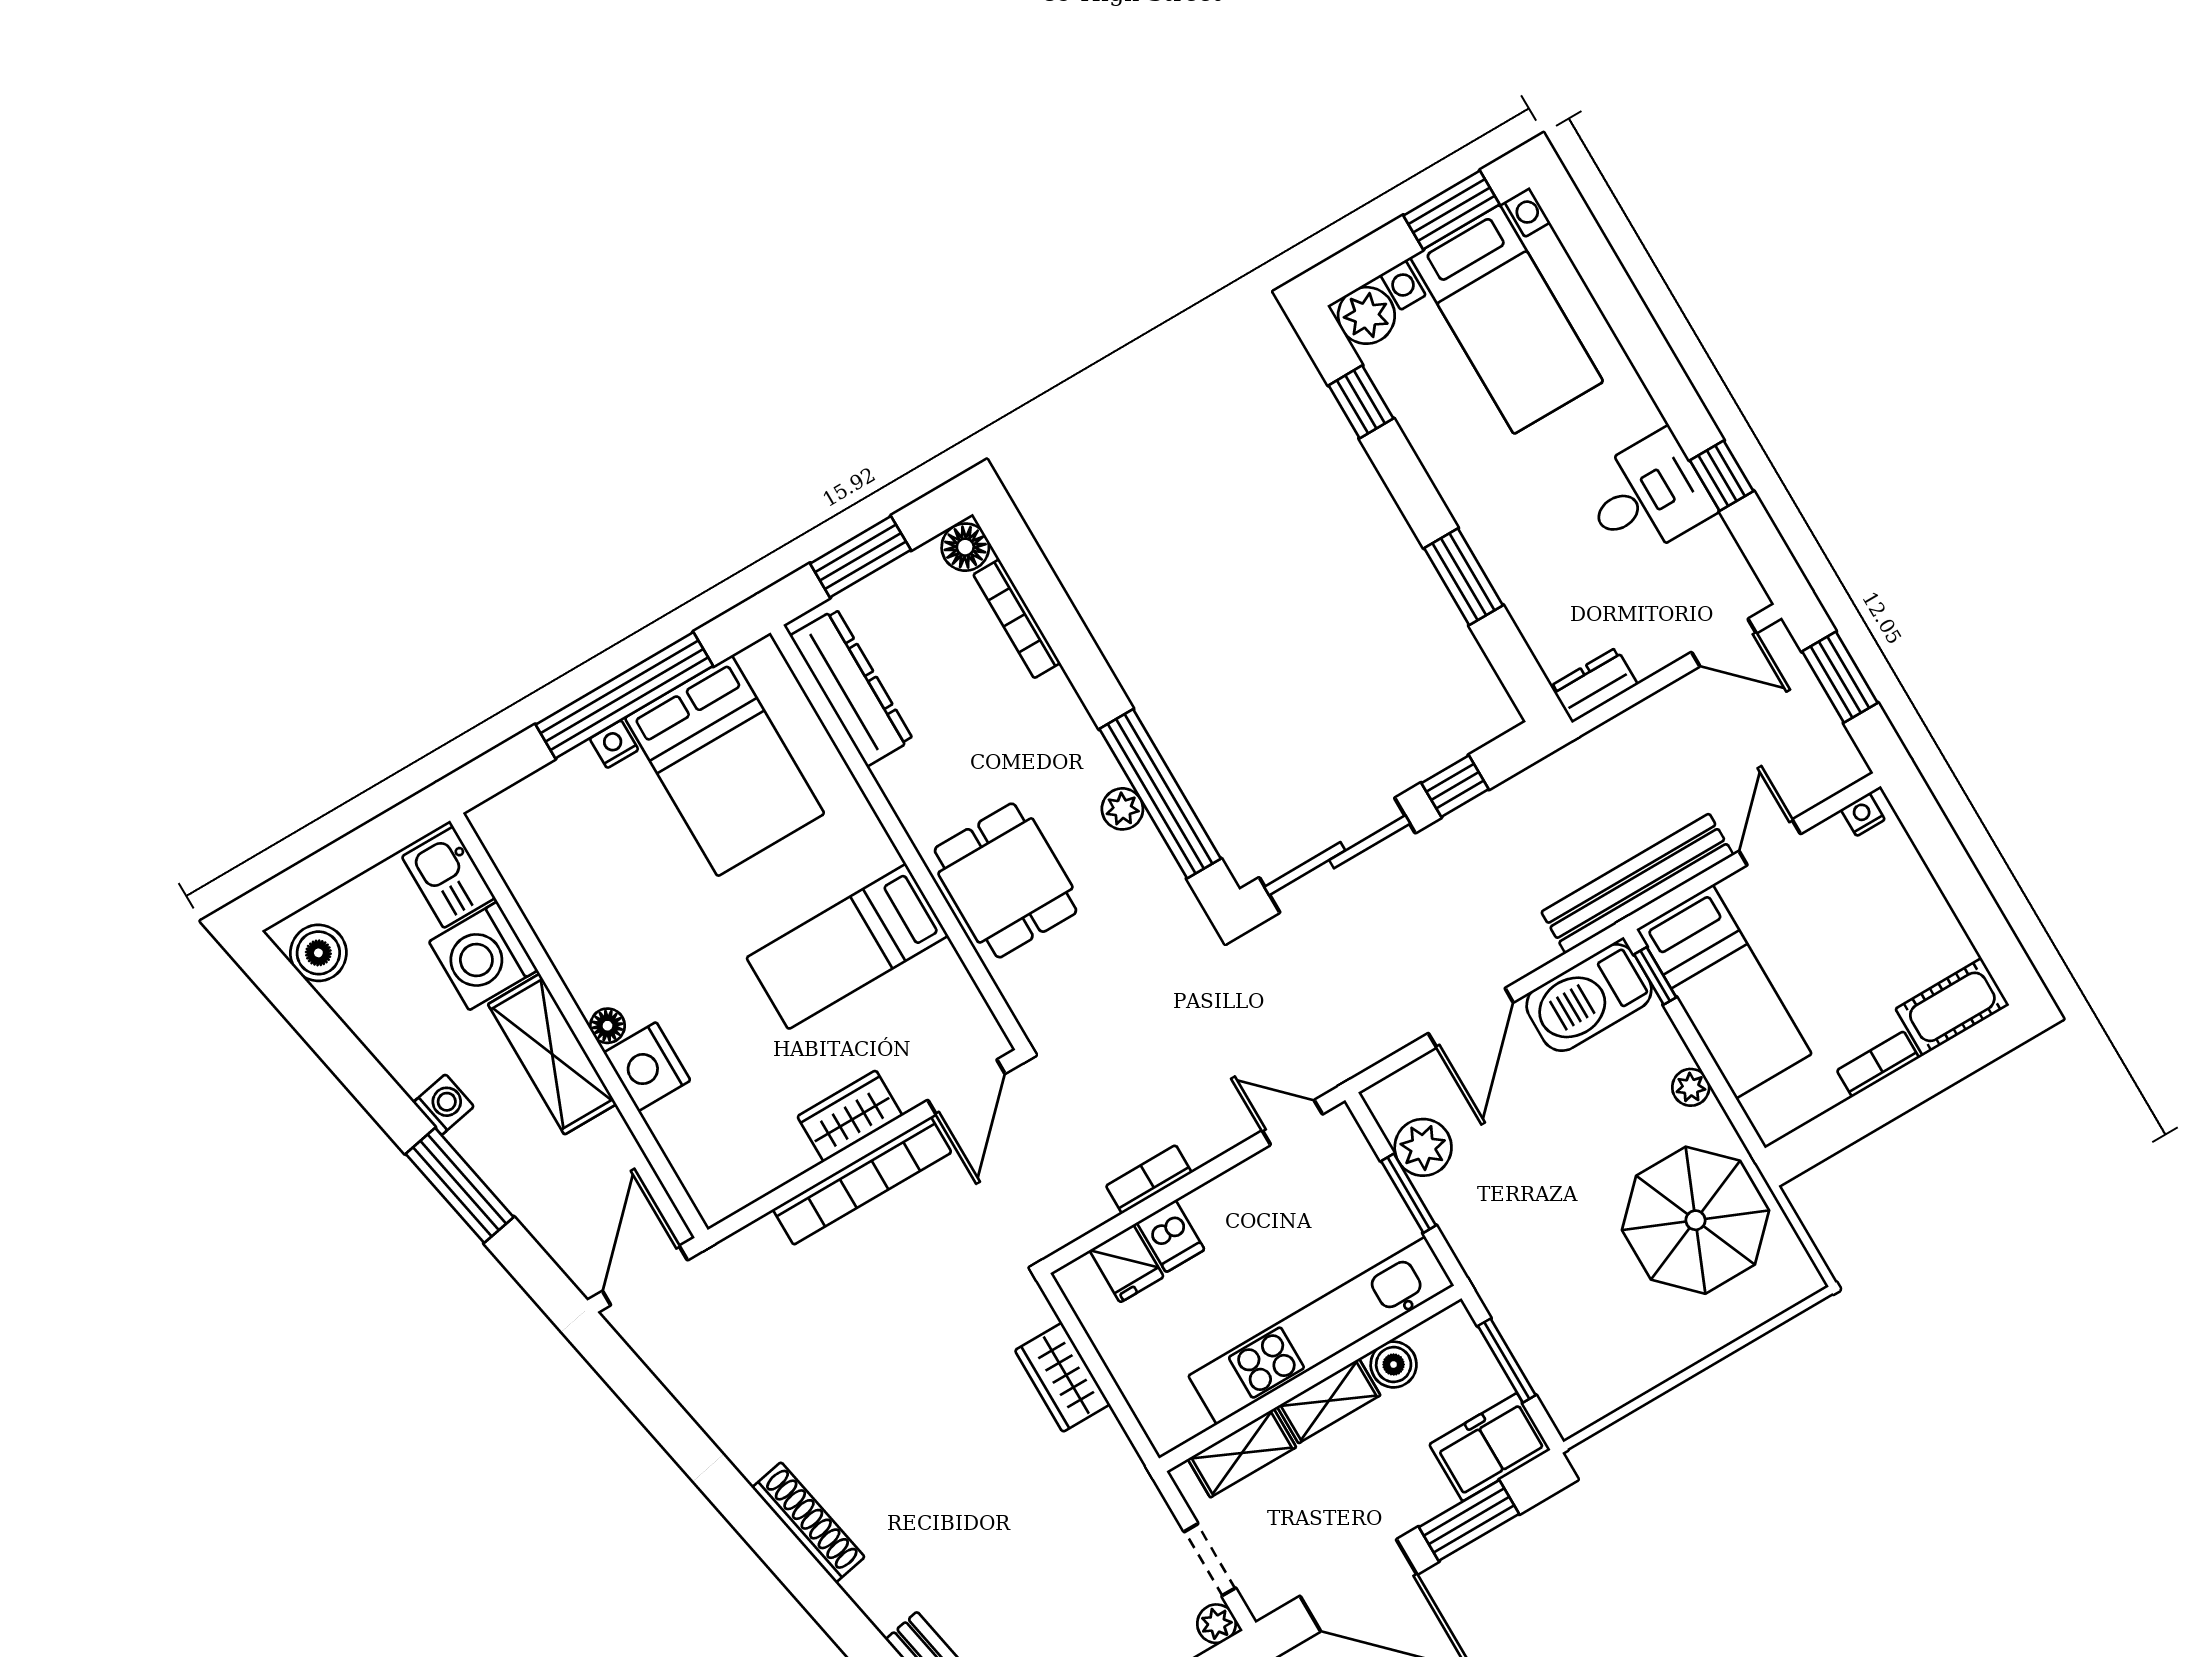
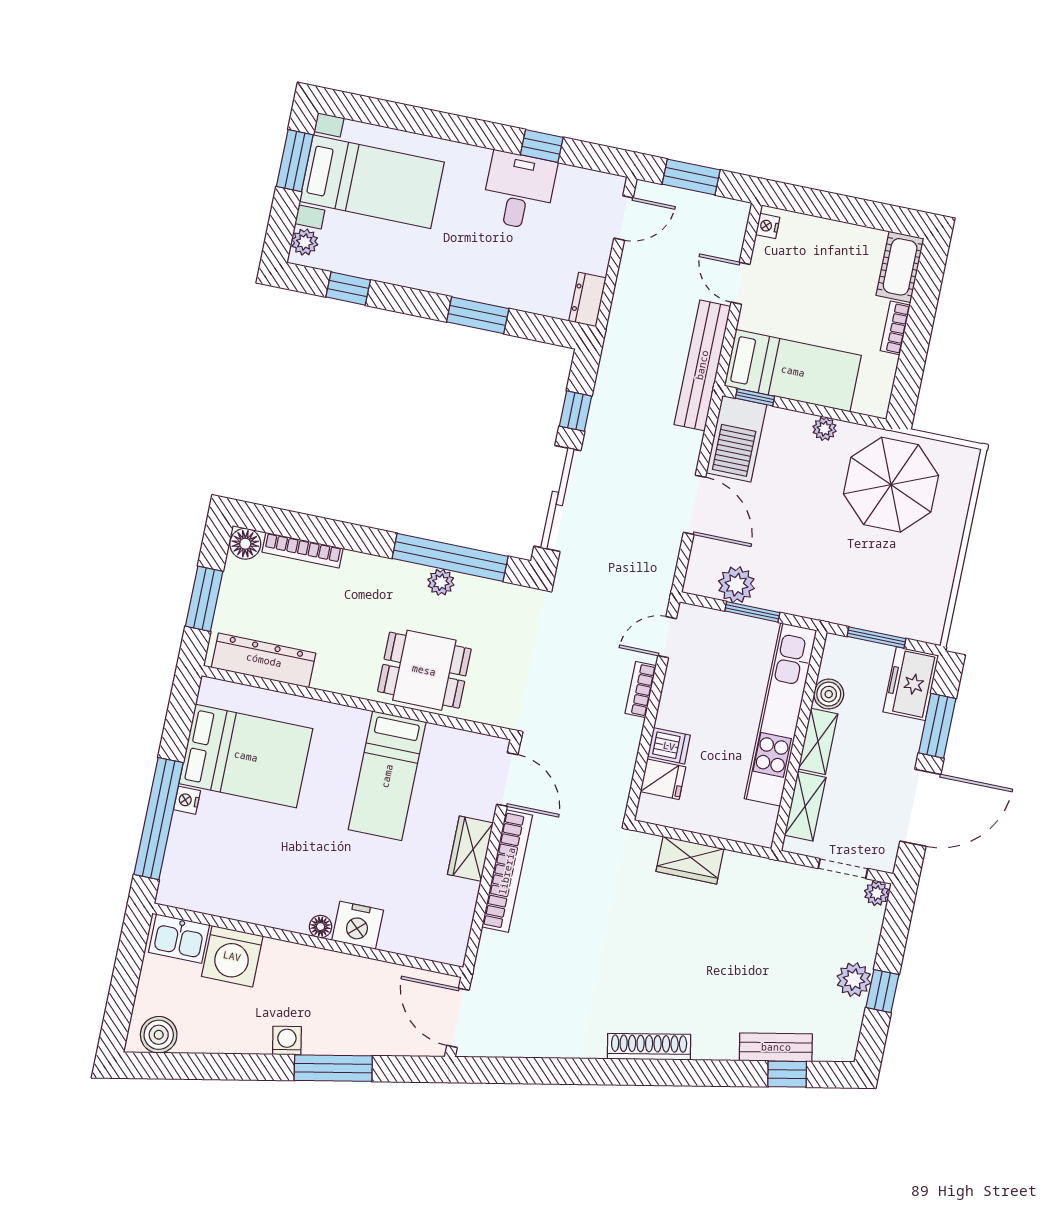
plant: (1366, 315) -> (305, 242), width x0.73, depth x0.73
window: (624, 695) -> (159, 819), moved
shelving: (552, 1054) -> (310, 966), removed
bookcase: (1149, 1179) -> (641, 690), moved

